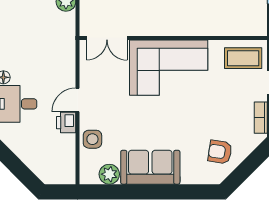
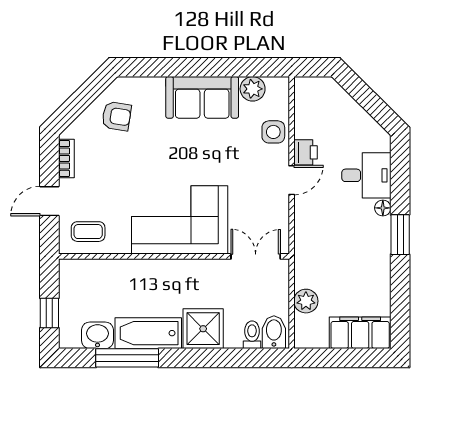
coffee table: (243, 58) -> (88, 232), width x0.73, depth x0.77

